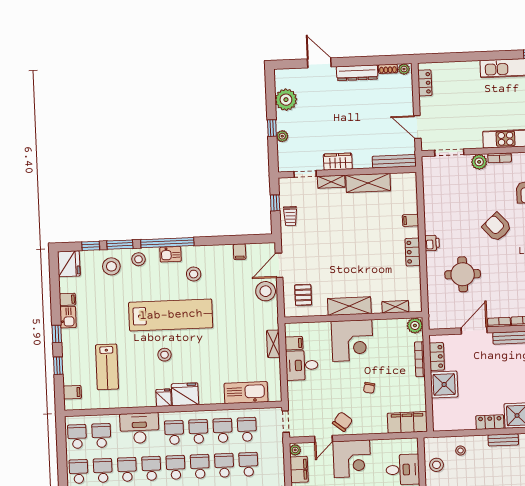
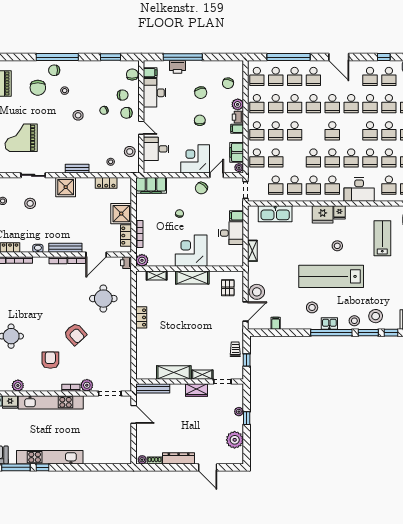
locker: (425, 83) -> (126, 448), removed
filing cabinet: (411, 220) -> (142, 342), removed
printer: (432, 243) -> (126, 263), moved
filing cabinet: (294, 343) -> (236, 216), moved
locker: (490, 422) -> (106, 183), moved
school desk: (224, 465) -> (257, 158), moved

